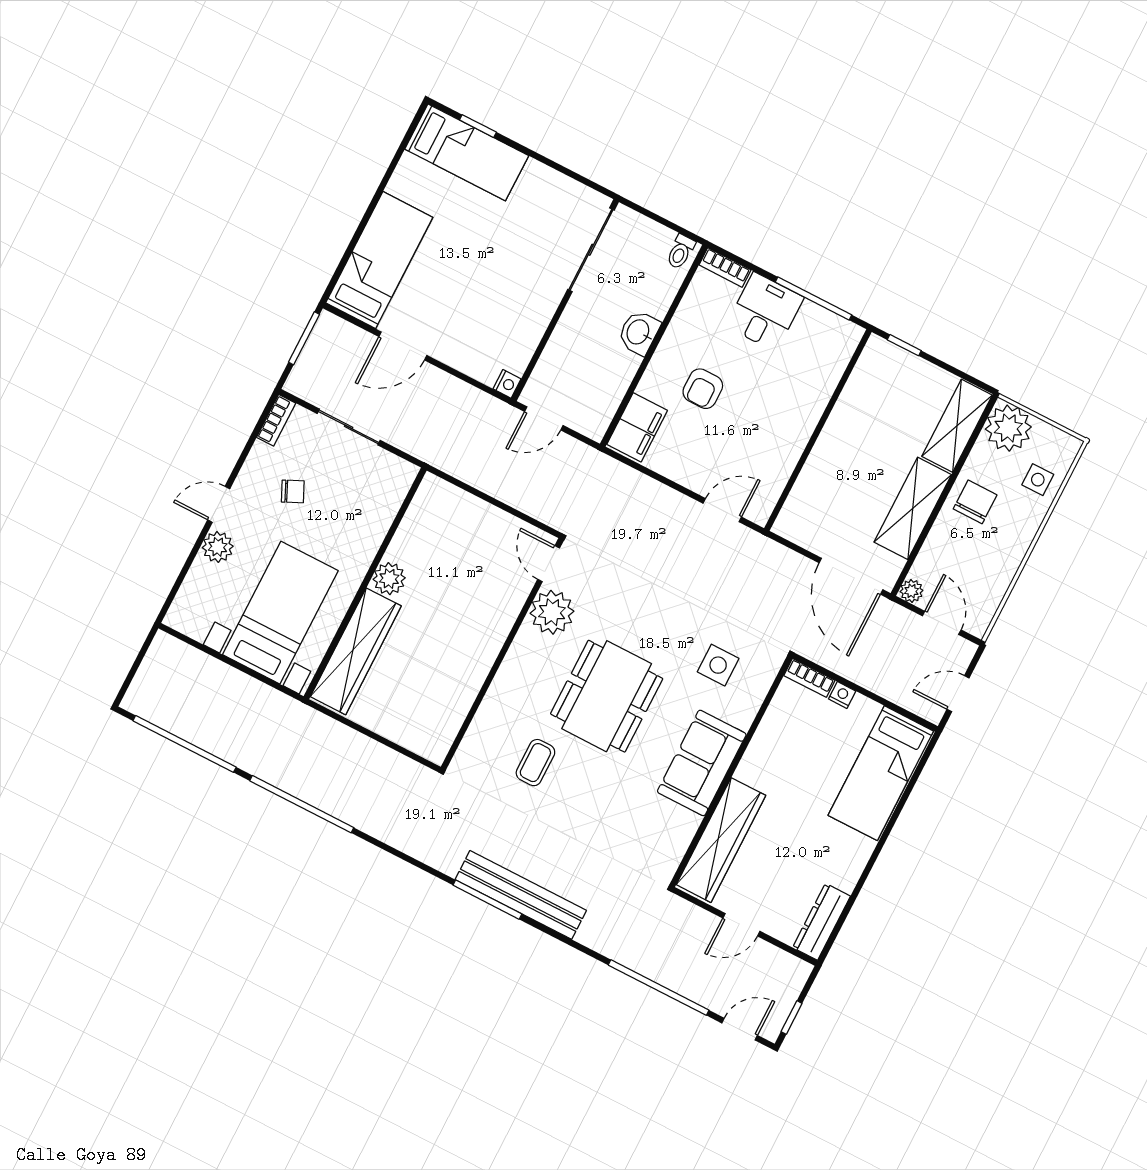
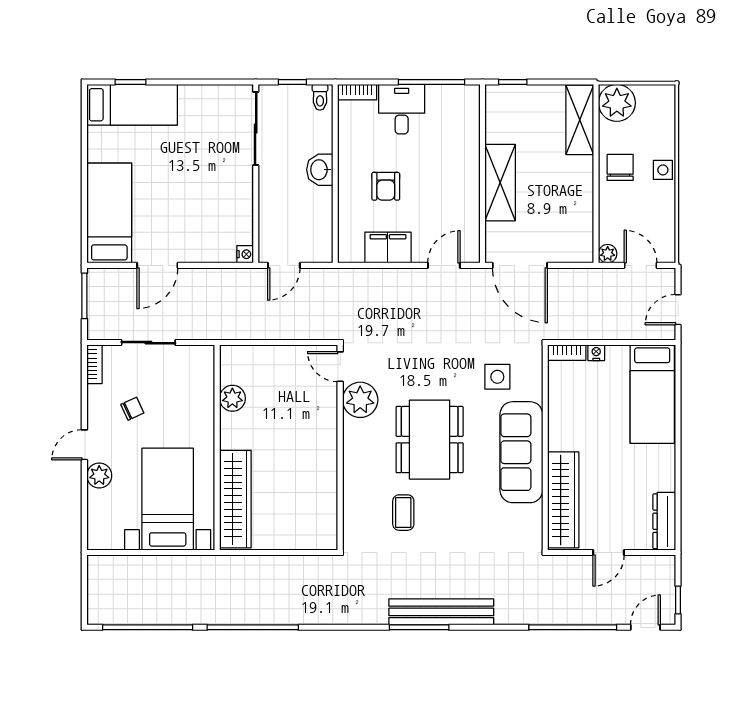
window: (659, 219) -> (292, 82), added
filing cabinet: (637, 427) -> (388, 248), moved, turned -90
side table: (1038, 480) -> (663, 170), moved
shelving: (913, 508) -> (500, 183), moved
door: (851, 576) -> (520, 265), moved
plant: (389, 579) -> (232, 398), moved
sofa: (702, 763) -> (521, 452), width x1.36

